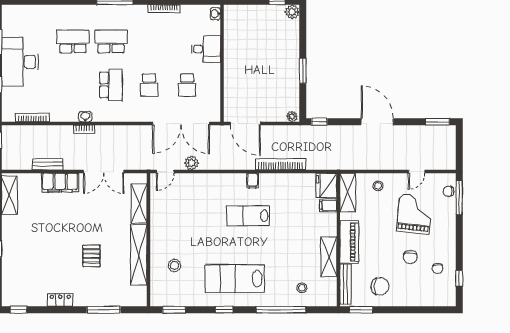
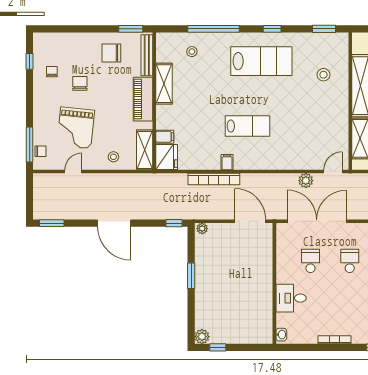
filing cabinet: (252, 181) -> (227, 162), moved

